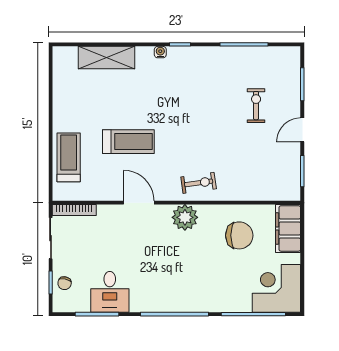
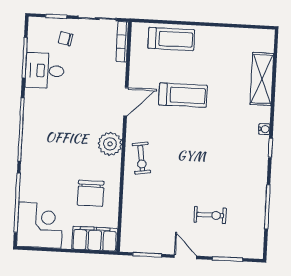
treadmill: (128, 142) -> (183, 95), turned -90
chair: (65, 283) -> (66, 39), moved

